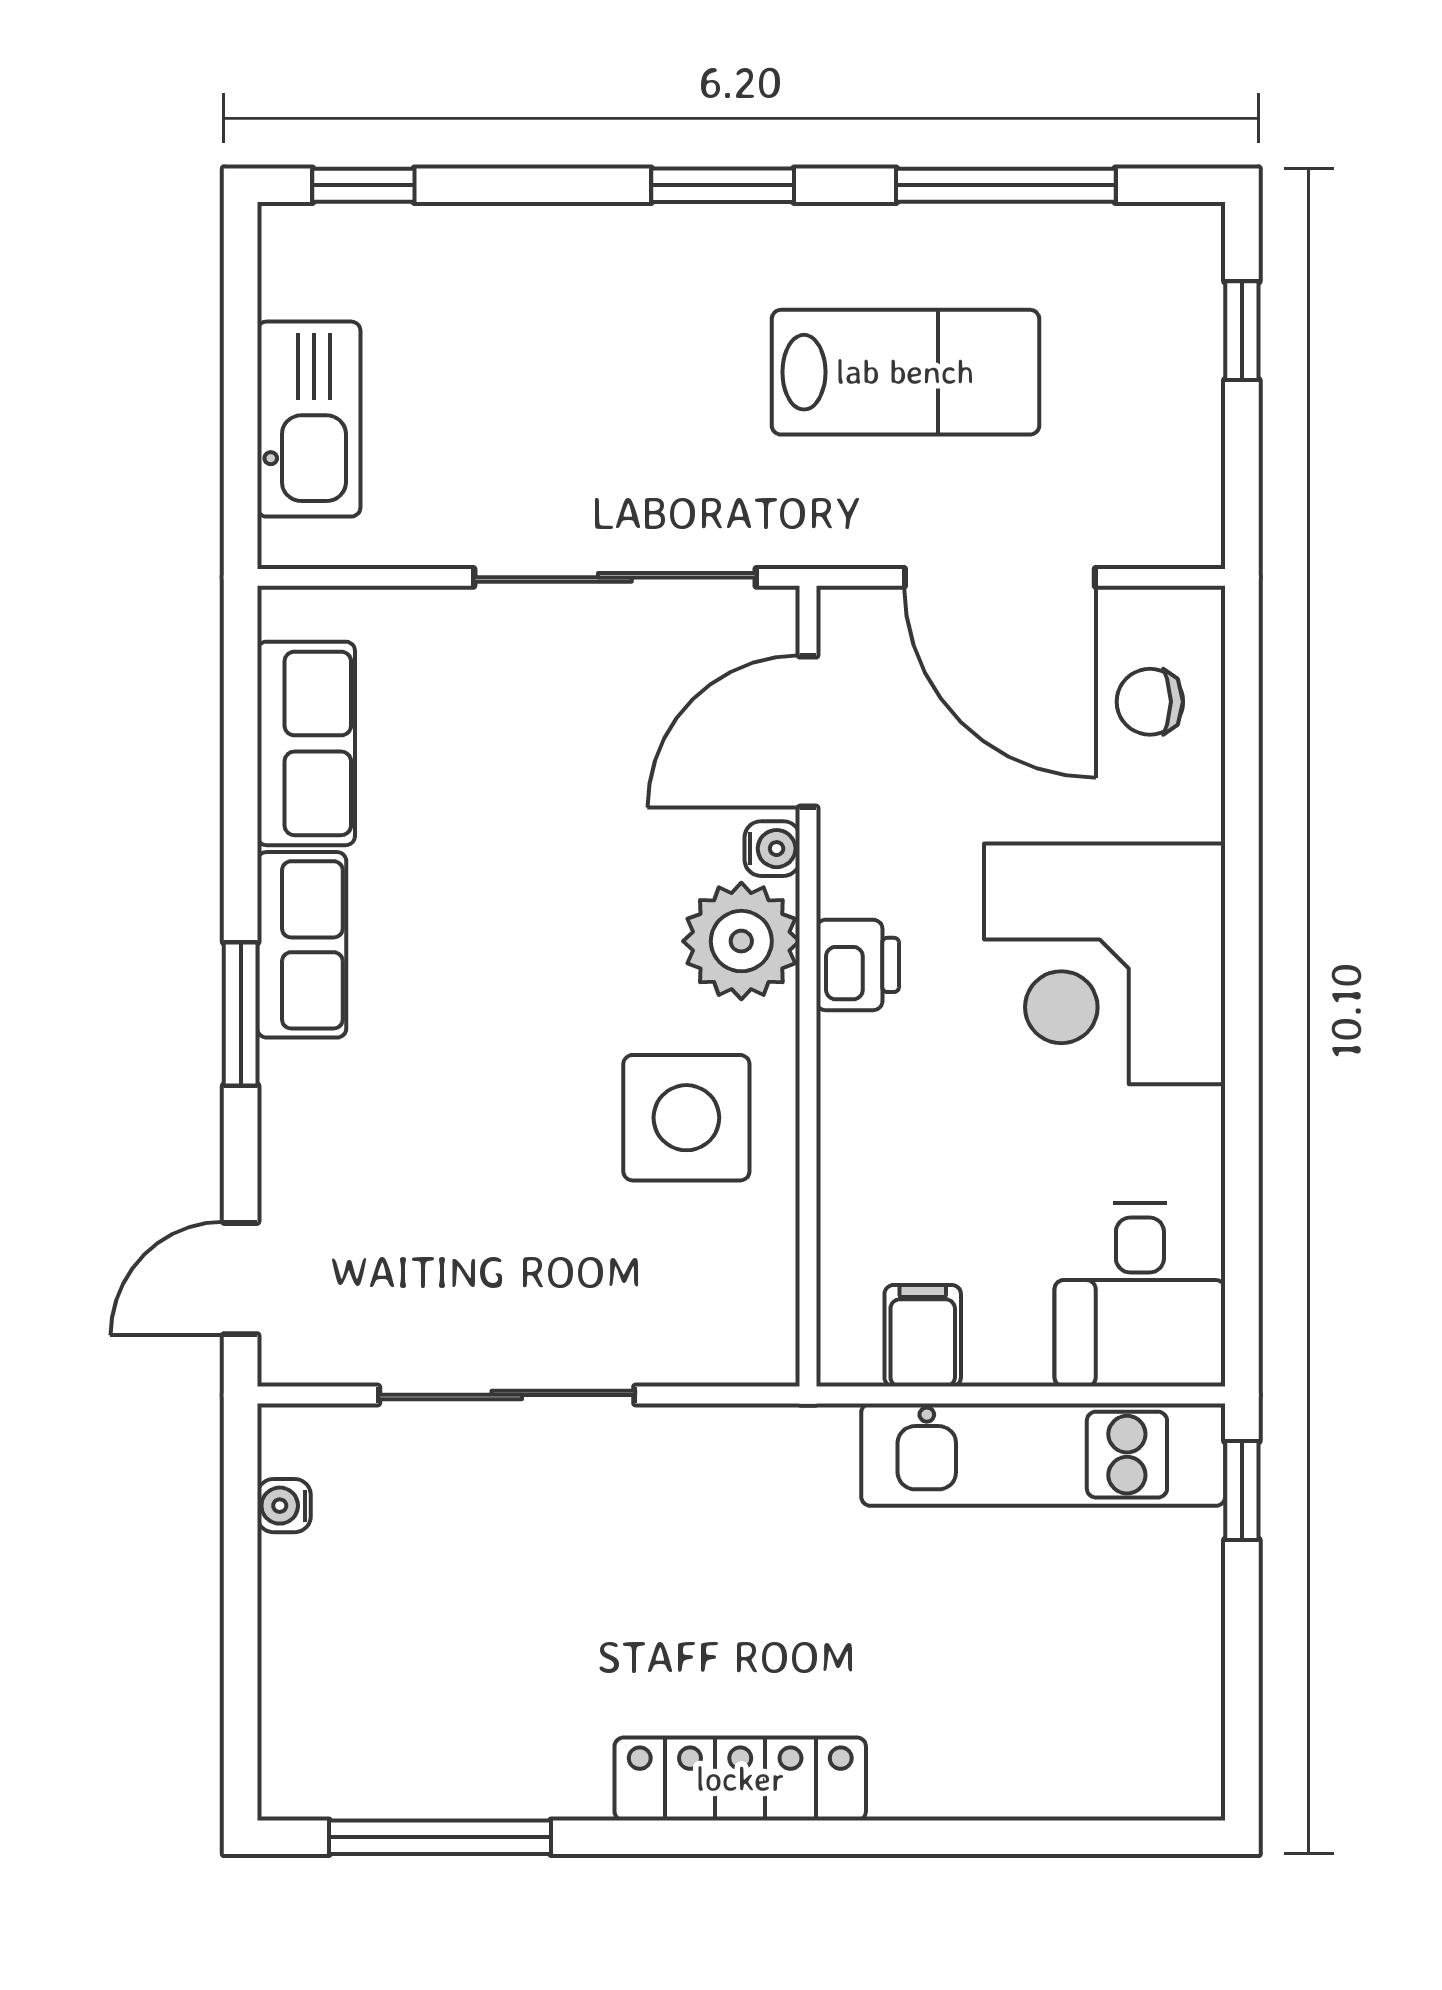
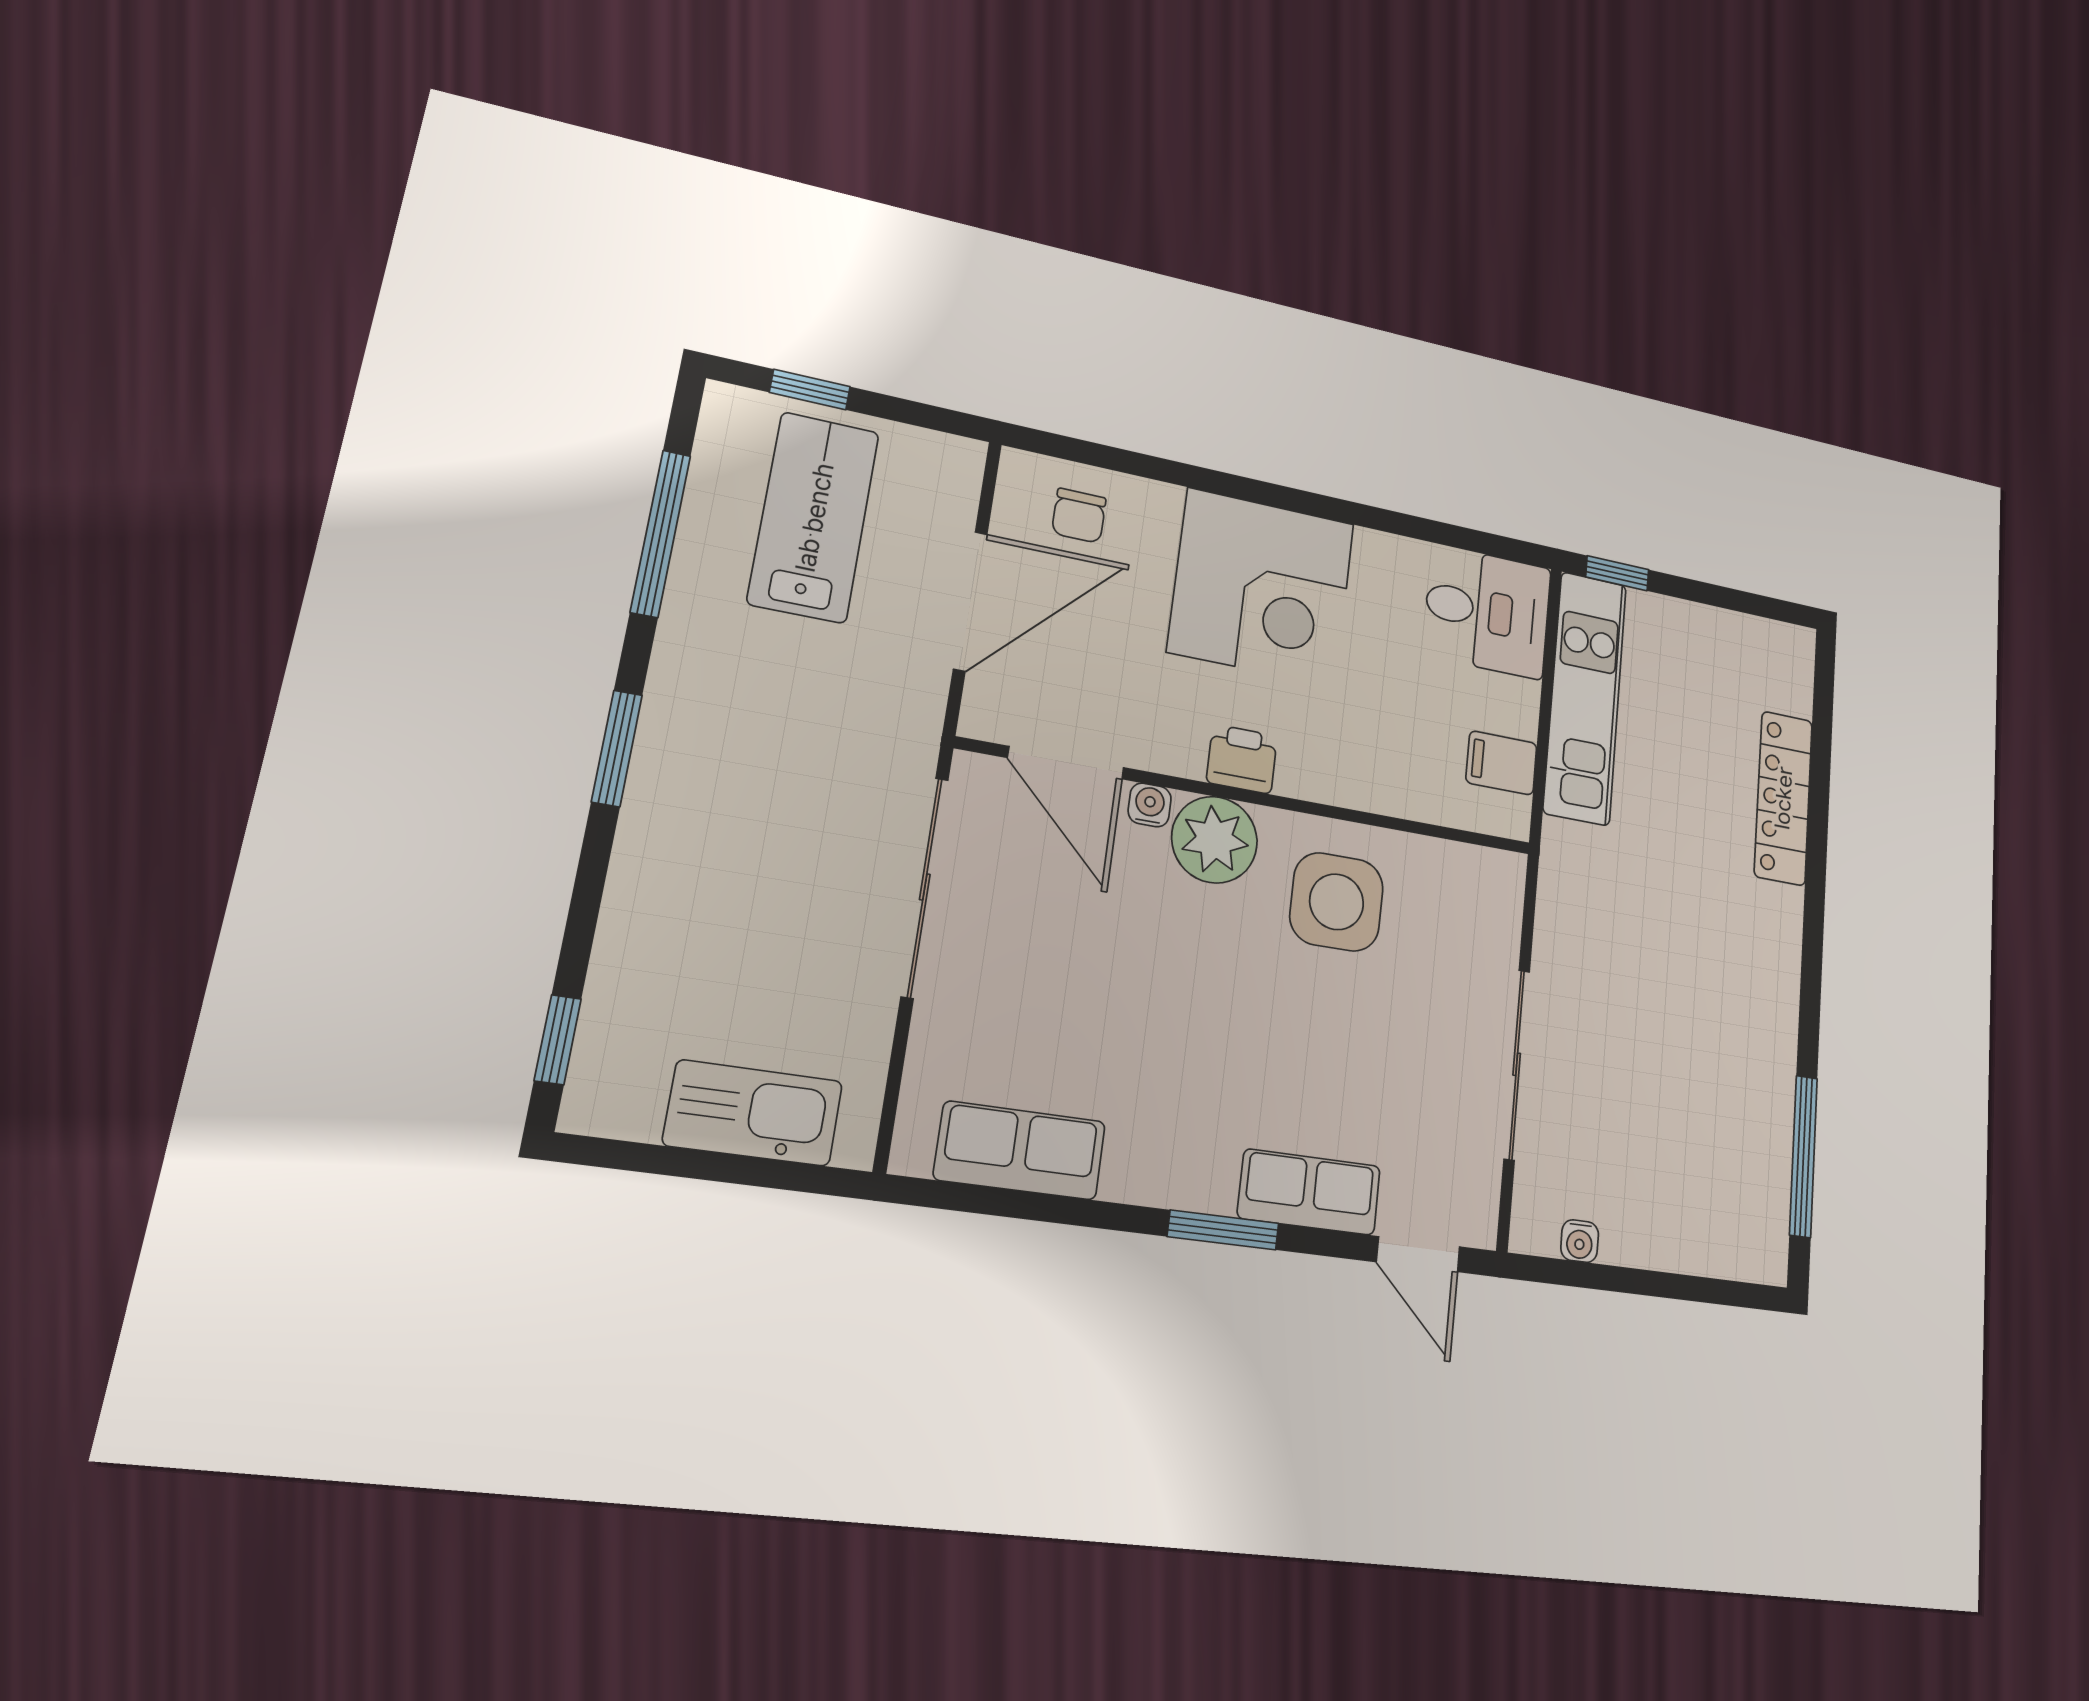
lab bench: (905, 372) -> (814, 517), moved
row of seats: (302, 945) -> (1309, 1192), moved
locker: (740, 1779) -> (1783, 798), moved

